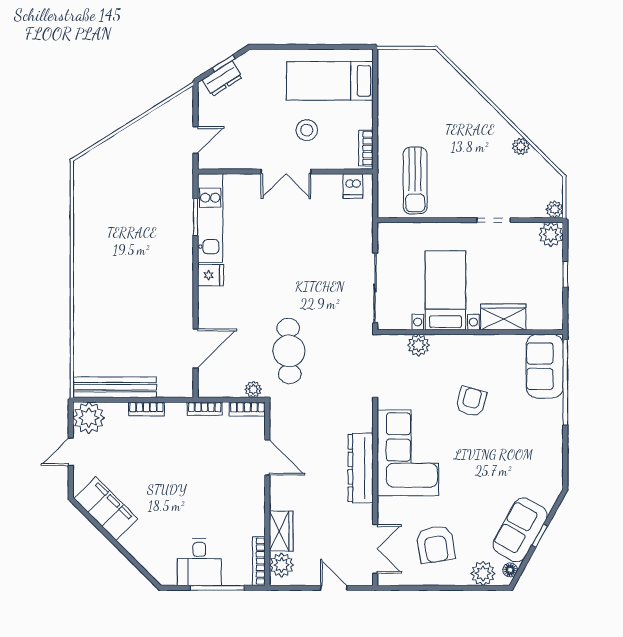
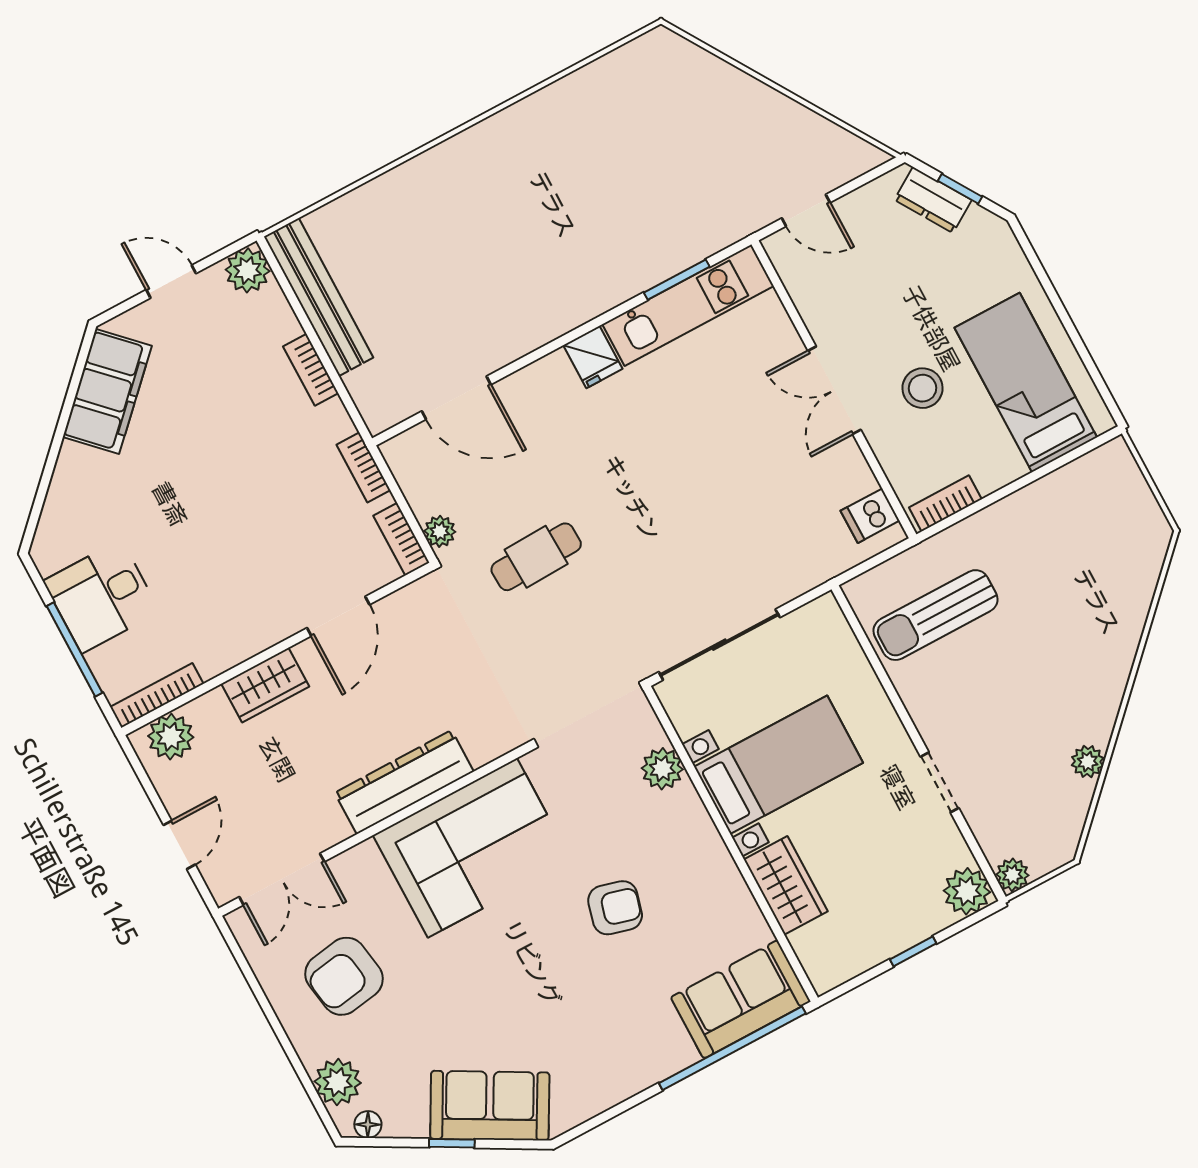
cafe table: (289, 351) -> (536, 557), width x0.73, depth x0.74
plant: (89, 418) -> (248, 270), width x0.73, depth x0.73
sofa: (520, 530) -> (490, 1106), moved
wardrobe: (281, 531) -> (265, 685), moved

